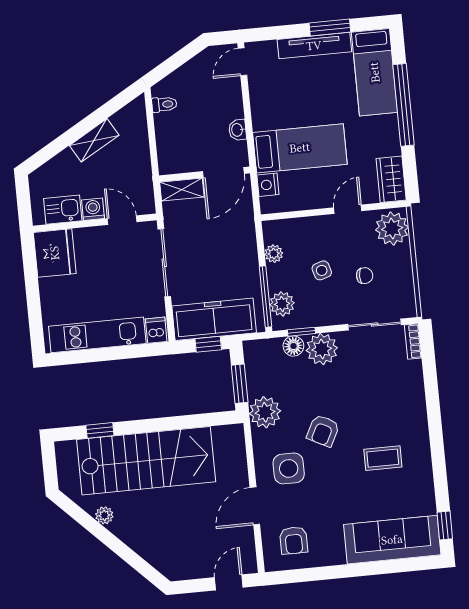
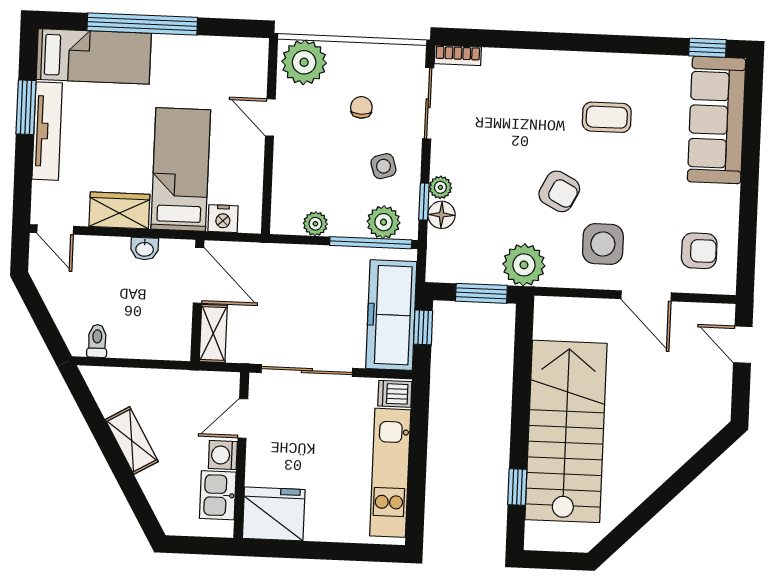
wardrobe: (391, 179) -> (119, 210), moved, turned 180
side table: (322, 270) -> (383, 166), moved
plant: (322, 349) -> (440, 187), width x0.53, depth x0.53
coffee table: (383, 458) -> (607, 117), turned 90
plant: (104, 515) -> (631, 497), removed

